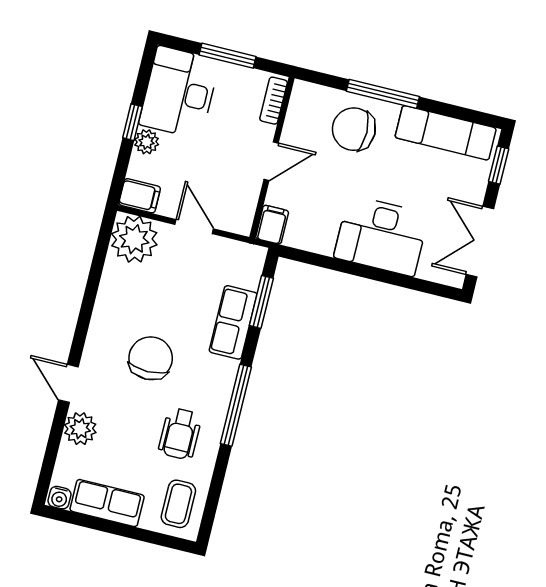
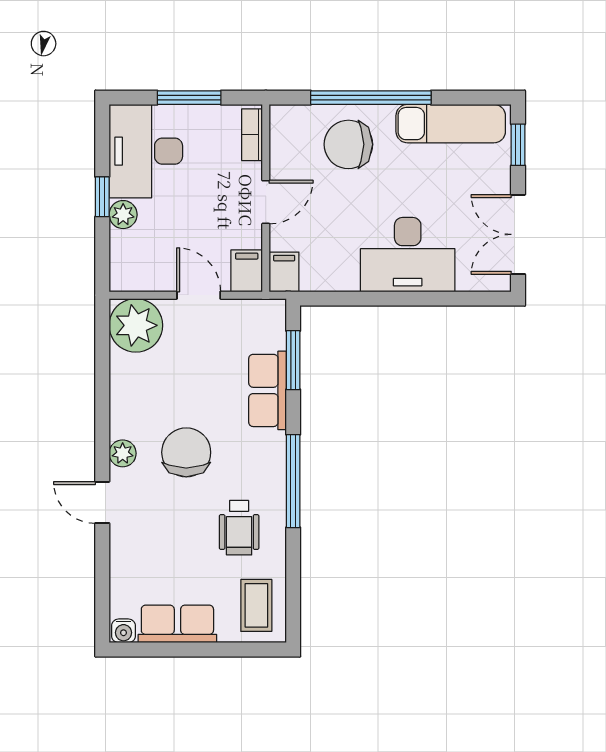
window: (383, 94) -> (371, 98), width x1.46
filing cabinet: (140, 196) -> (247, 271), moved, turned -90
plant: (80, 429) -> (123, 453), moved, width x0.73, depth x0.73

